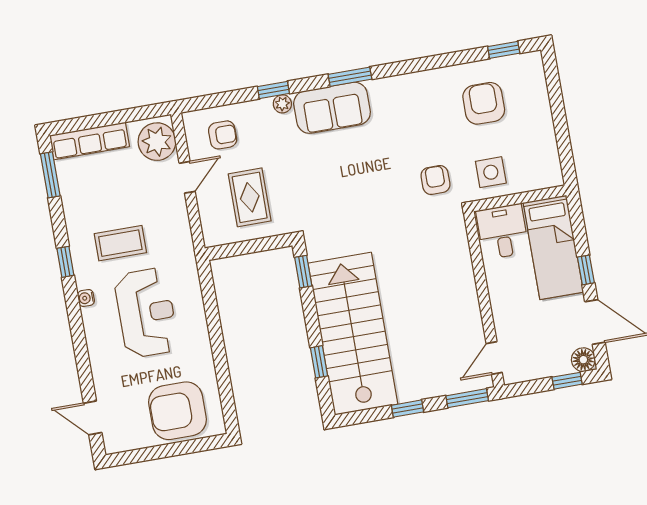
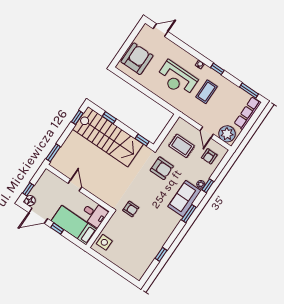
window: (504, 50) -> (161, 254), moved
armchair: (484, 103) -> (162, 168), moved
side table: (491, 172) -> (104, 242), moved
door: (494, 358) -> (75, 185), moved
window: (407, 409) -> (77, 117), moved

